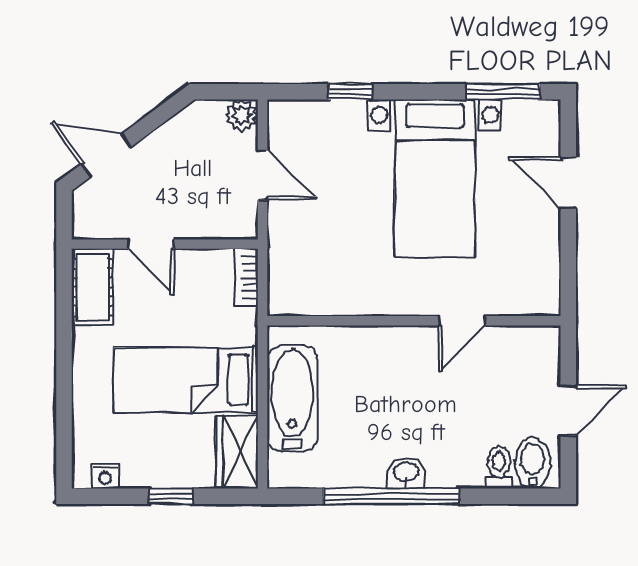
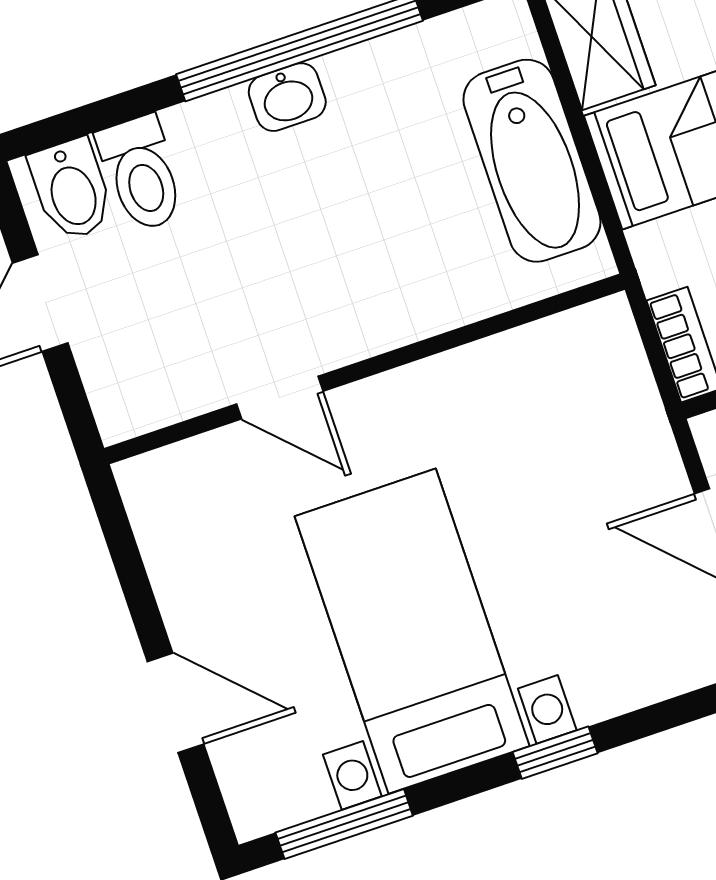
window: (350, 92) -> (555, 753), moved
door: (462, 321) -> (280, 398), swing flipped
toilet: (499, 467) -> (141, 174), width x1.37, depth x1.39

